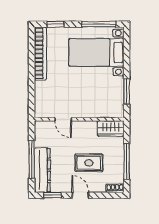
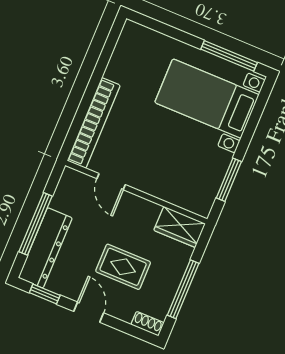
window: (56, 24) -> (161, 28), removed
bookcase: (40, 54) -> (94, 123), moved

